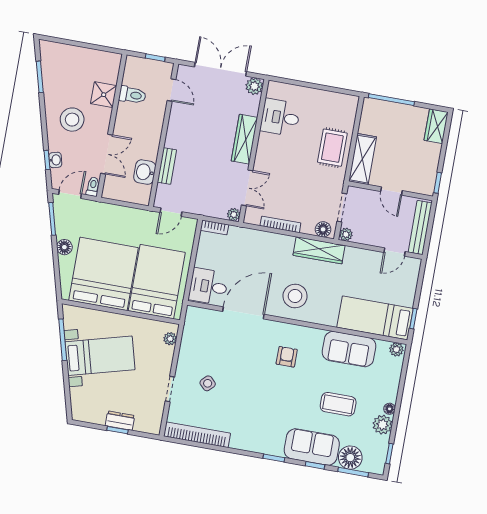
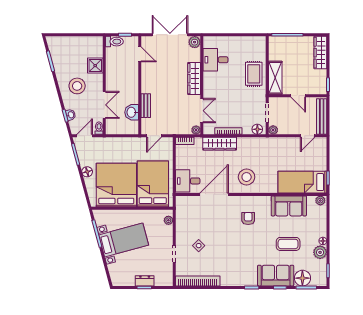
toilet: (132, 95) -> (114, 42), moved
wardrobe: (436, 126) -> (320, 53), width x1.50
wardrobe: (319, 250) -> (220, 144), moved

